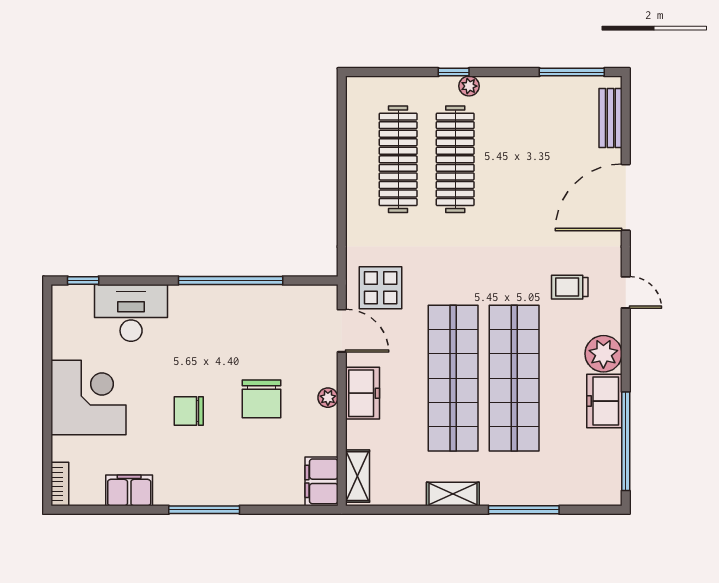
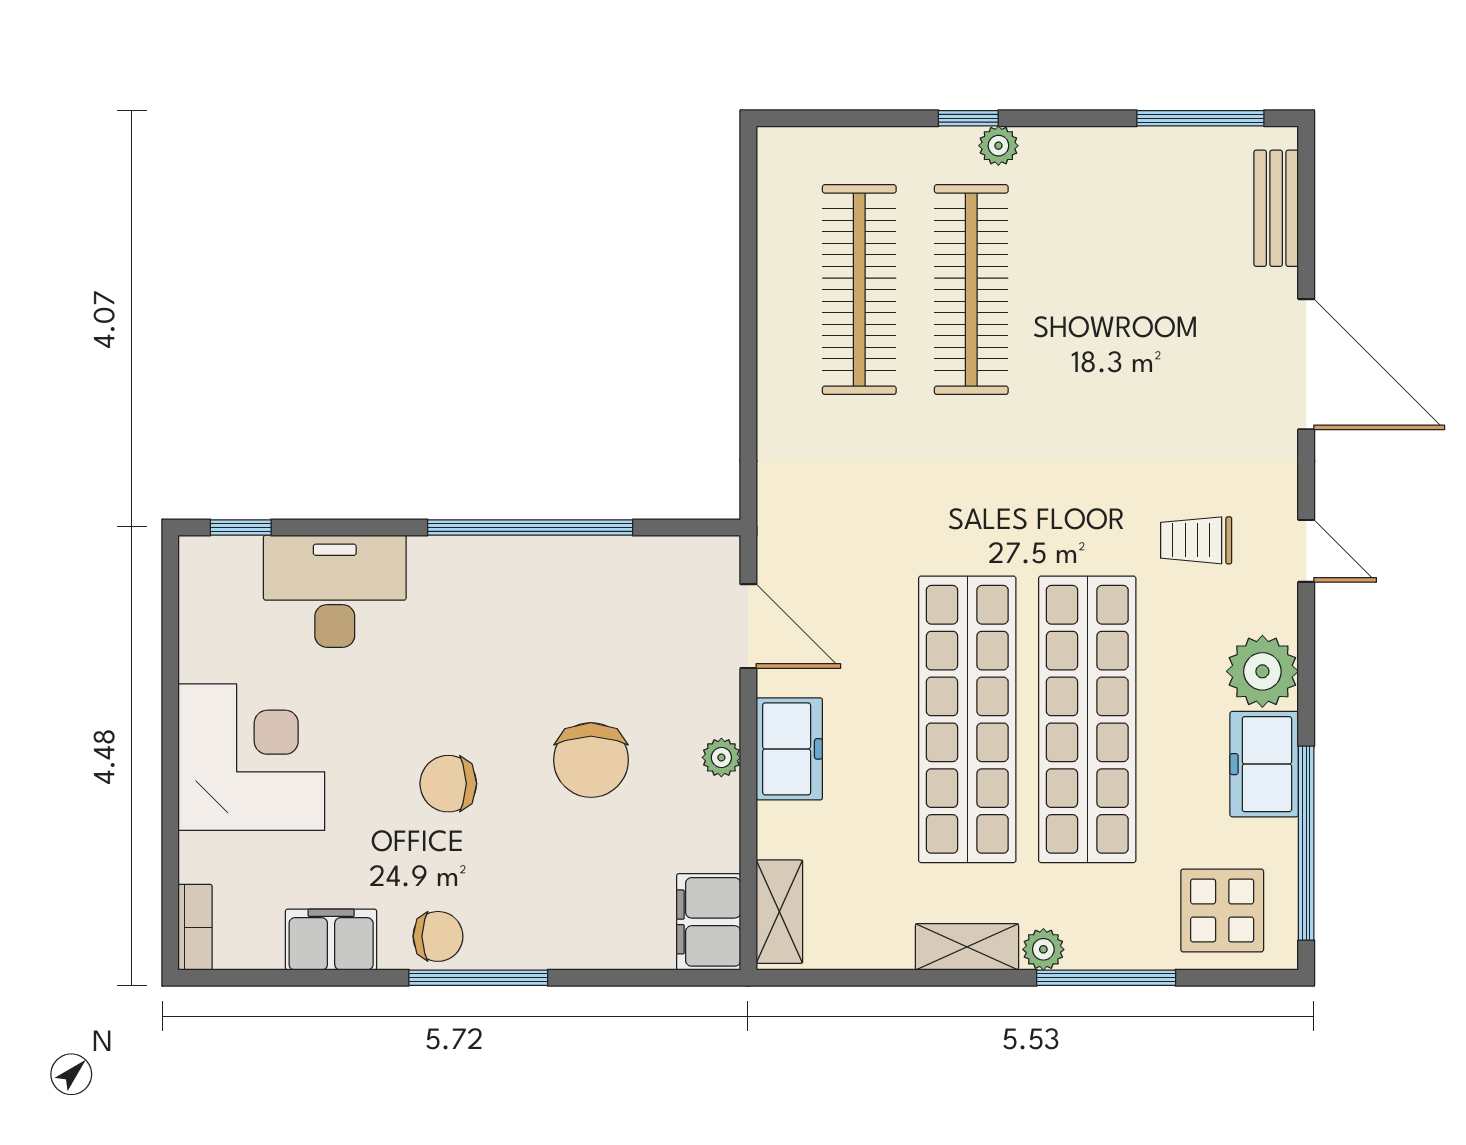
door: (626, 197) -> (1306, 364), swing flipped
display table: (381, 288) -> (1222, 911), moved
chair: (184, 489) -> (438, 936), added
plant: (492, 495) -> (1043, 949), added

